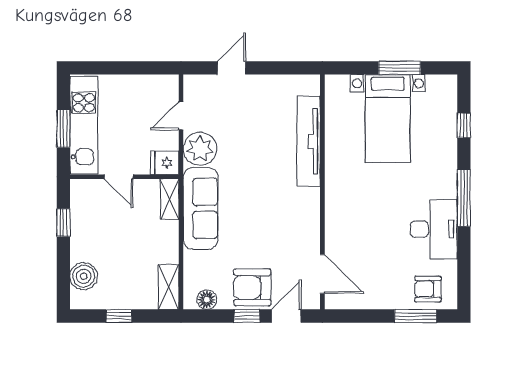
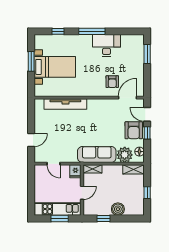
door: (232, 68) -> (31, 140), swing flipped
plant: (200, 149) -> (125, 155), moved
boiler: (84, 276) -> (118, 209), moved
armchair: (428, 289) -> (112, 82), moved

